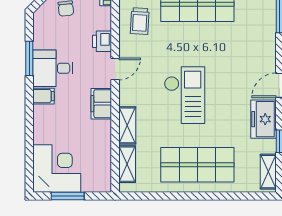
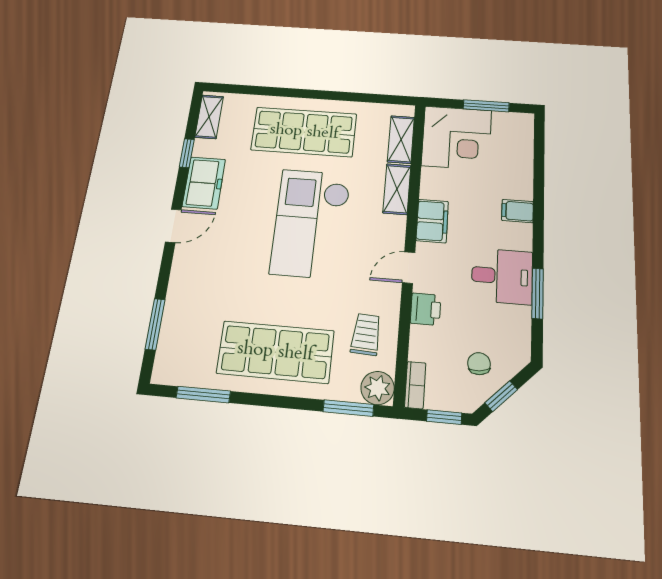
checkout: (185, 95) -> (311, 223), width x1.36, depth x1.21
filing cabinet: (43, 96) -> (518, 211), moved
corner desk: (57, 169) -> (457, 138), moved, turned -90

